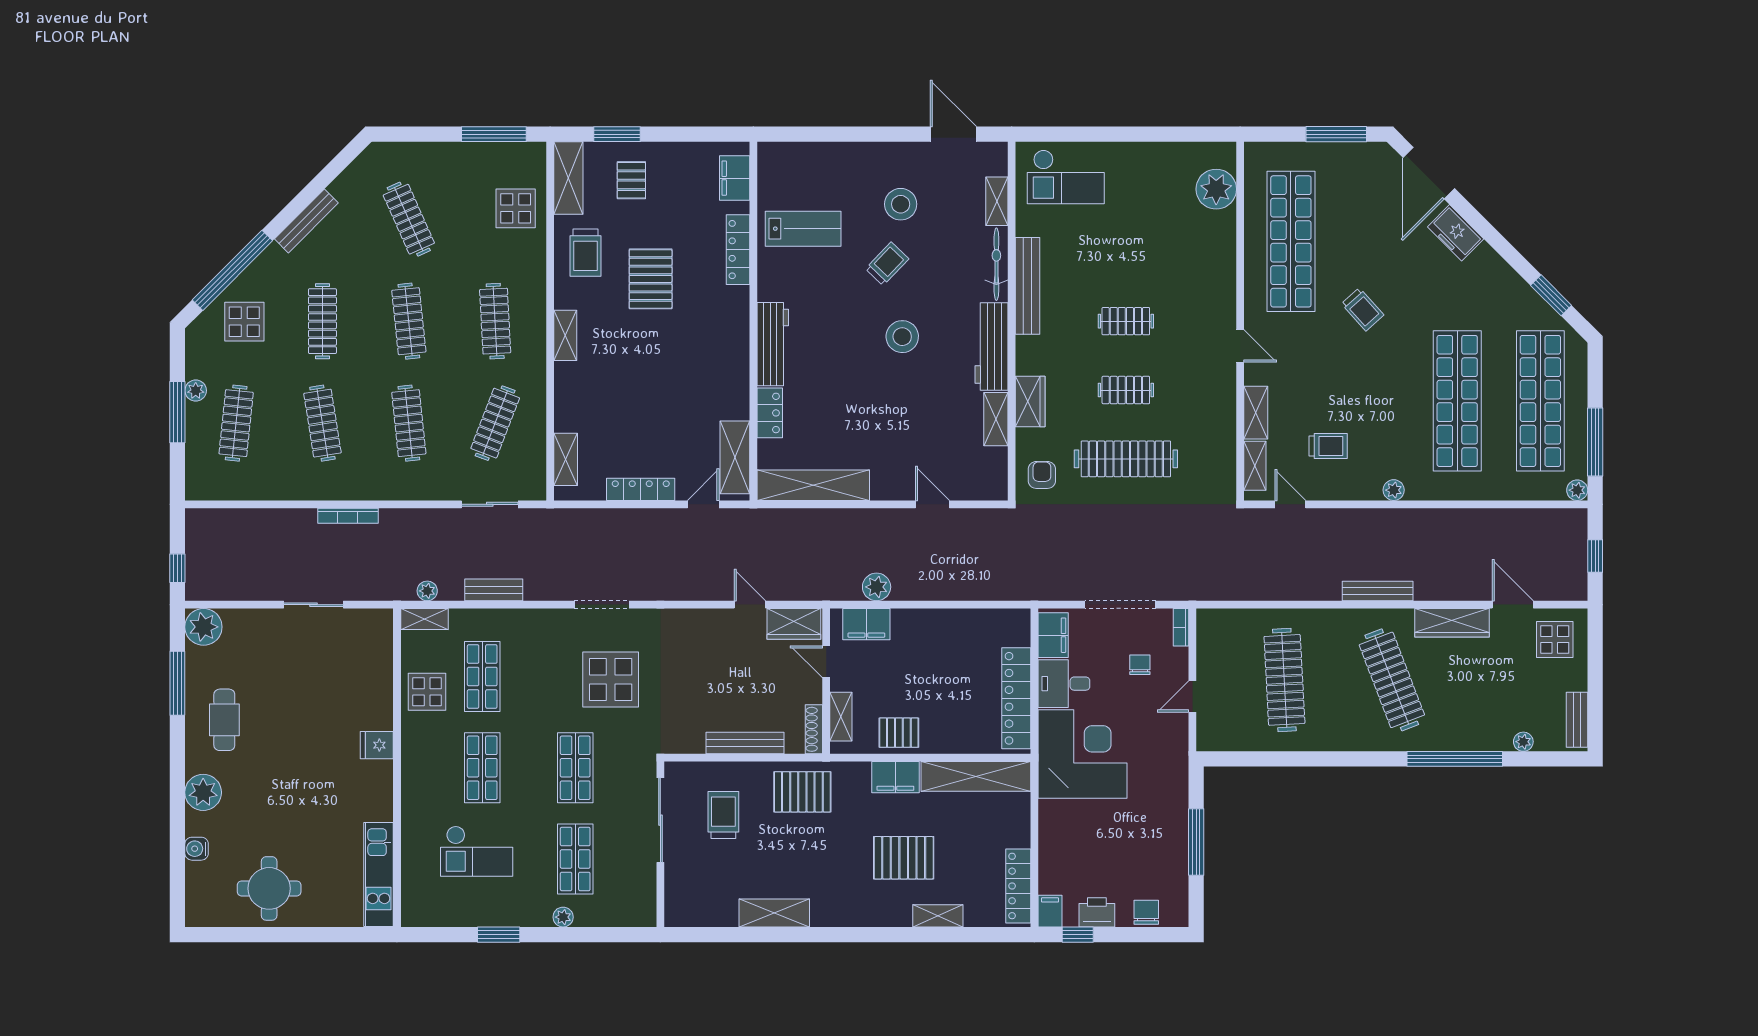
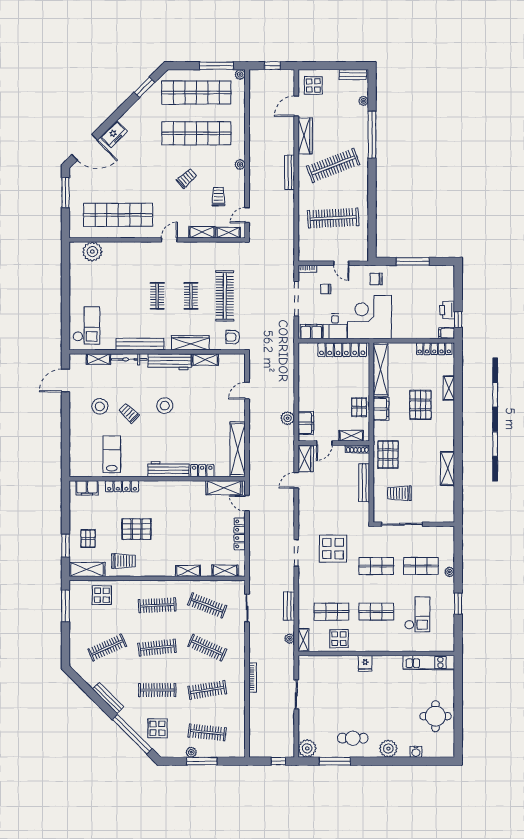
pallet: (631, 180) -> (88, 538), turned 90
trolley: (1363, 309) -> (186, 178), moved
shelving: (565, 335) -> (188, 571), moved
wardrobe: (1030, 402) -> (190, 343), width x1.50
clothes rail: (409, 423) -> (207, 648), turned 30
chair: (1146, 912) -> (376, 279), moved

